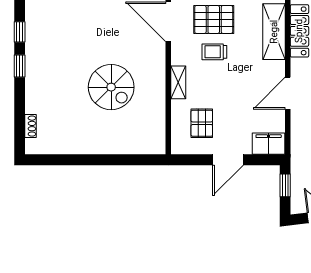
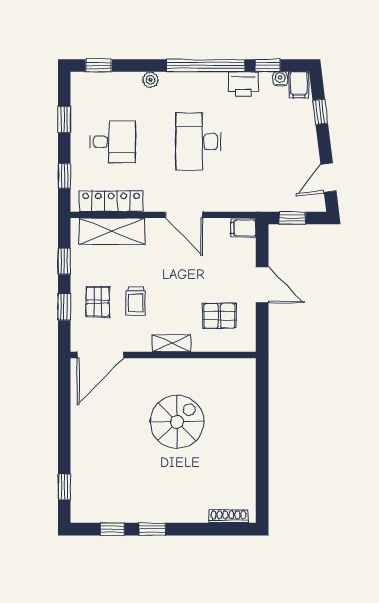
pallet: (214, 19) -> (98, 302), width x0.67, depth x0.71
shoe rack: (30, 126) -> (228, 516), width x1.43
filing cabinet: (269, 144) -> (243, 228), width x0.50

